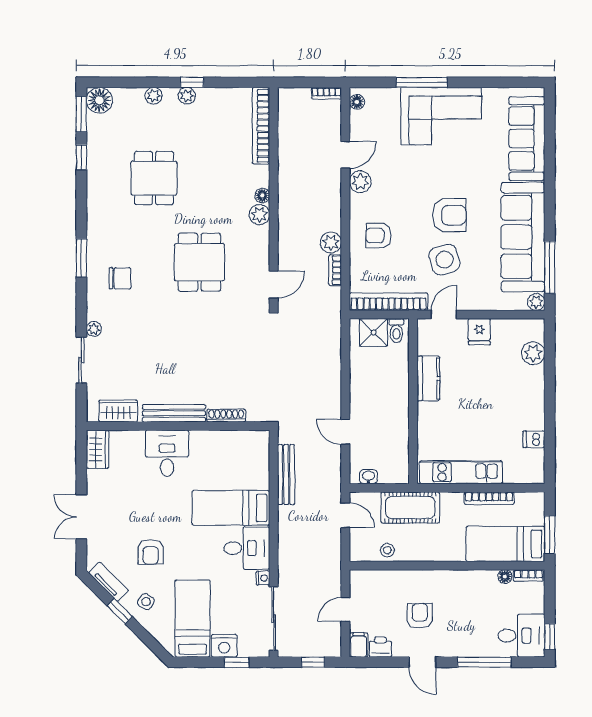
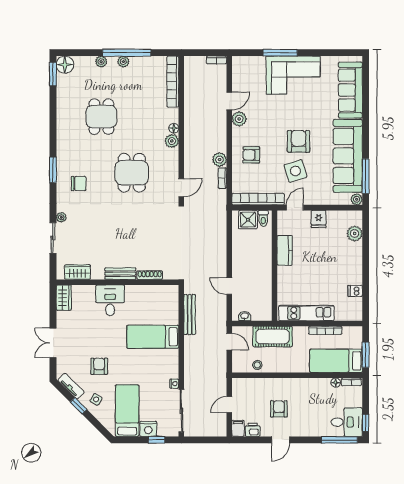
window: (192, 82) -> (127, 53), width x3.17
floor lamp: (357, 102) -> (237, 66), removed
window: (81, 157) -> (53, 103), removed
armchair: (449, 215) -> (299, 141), turned -90
bench: (174, 413) -> (120, 274), width x0.73
desk: (247, 548) -> (163, 364), removed
armchair: (151, 552) -> (99, 366), turned 180
window: (313, 662) -> (208, 440), removed
door: (422, 662) -> (281, 440), hinge flipped
window: (484, 662) -> (340, 440), moved

